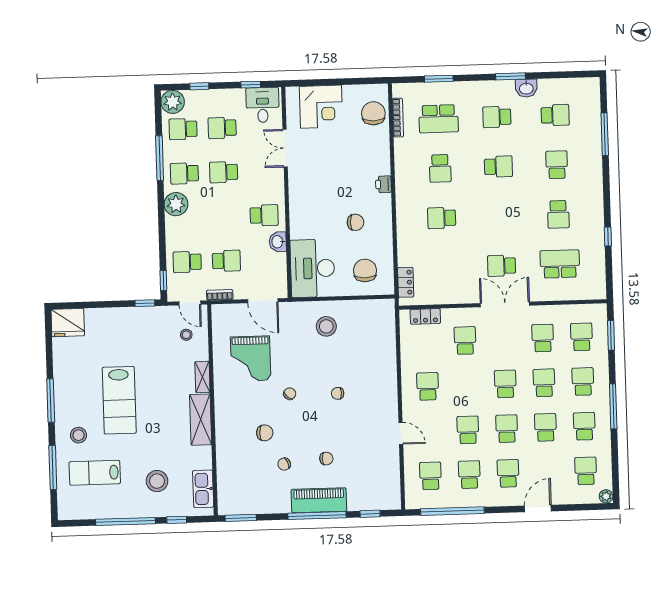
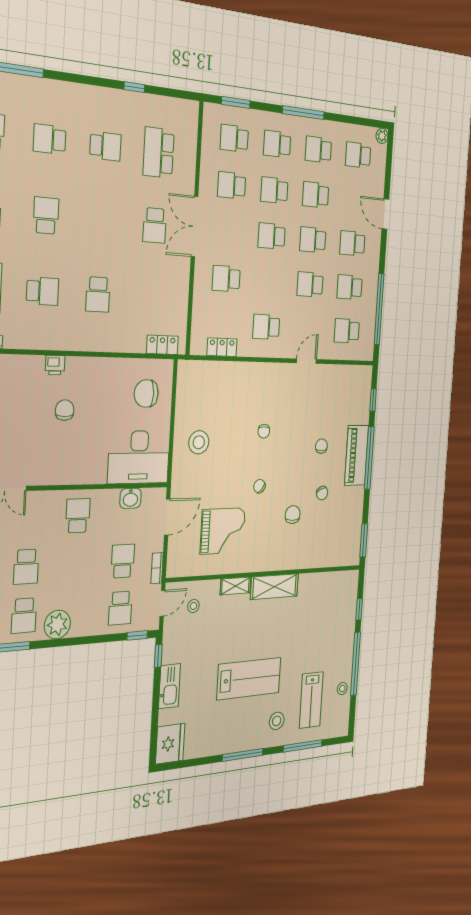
chair: (355, 222) -> (65, 410), moved
washbasin: (278, 242) -> (130, 498), moved
locker: (425, 316) -> (222, 347), moved, turned -90
stool: (157, 481) -> (342, 689), moved, width x0.53, depth x0.53
kitchen sink: (203, 489) -> (170, 686), moved, turned -90

